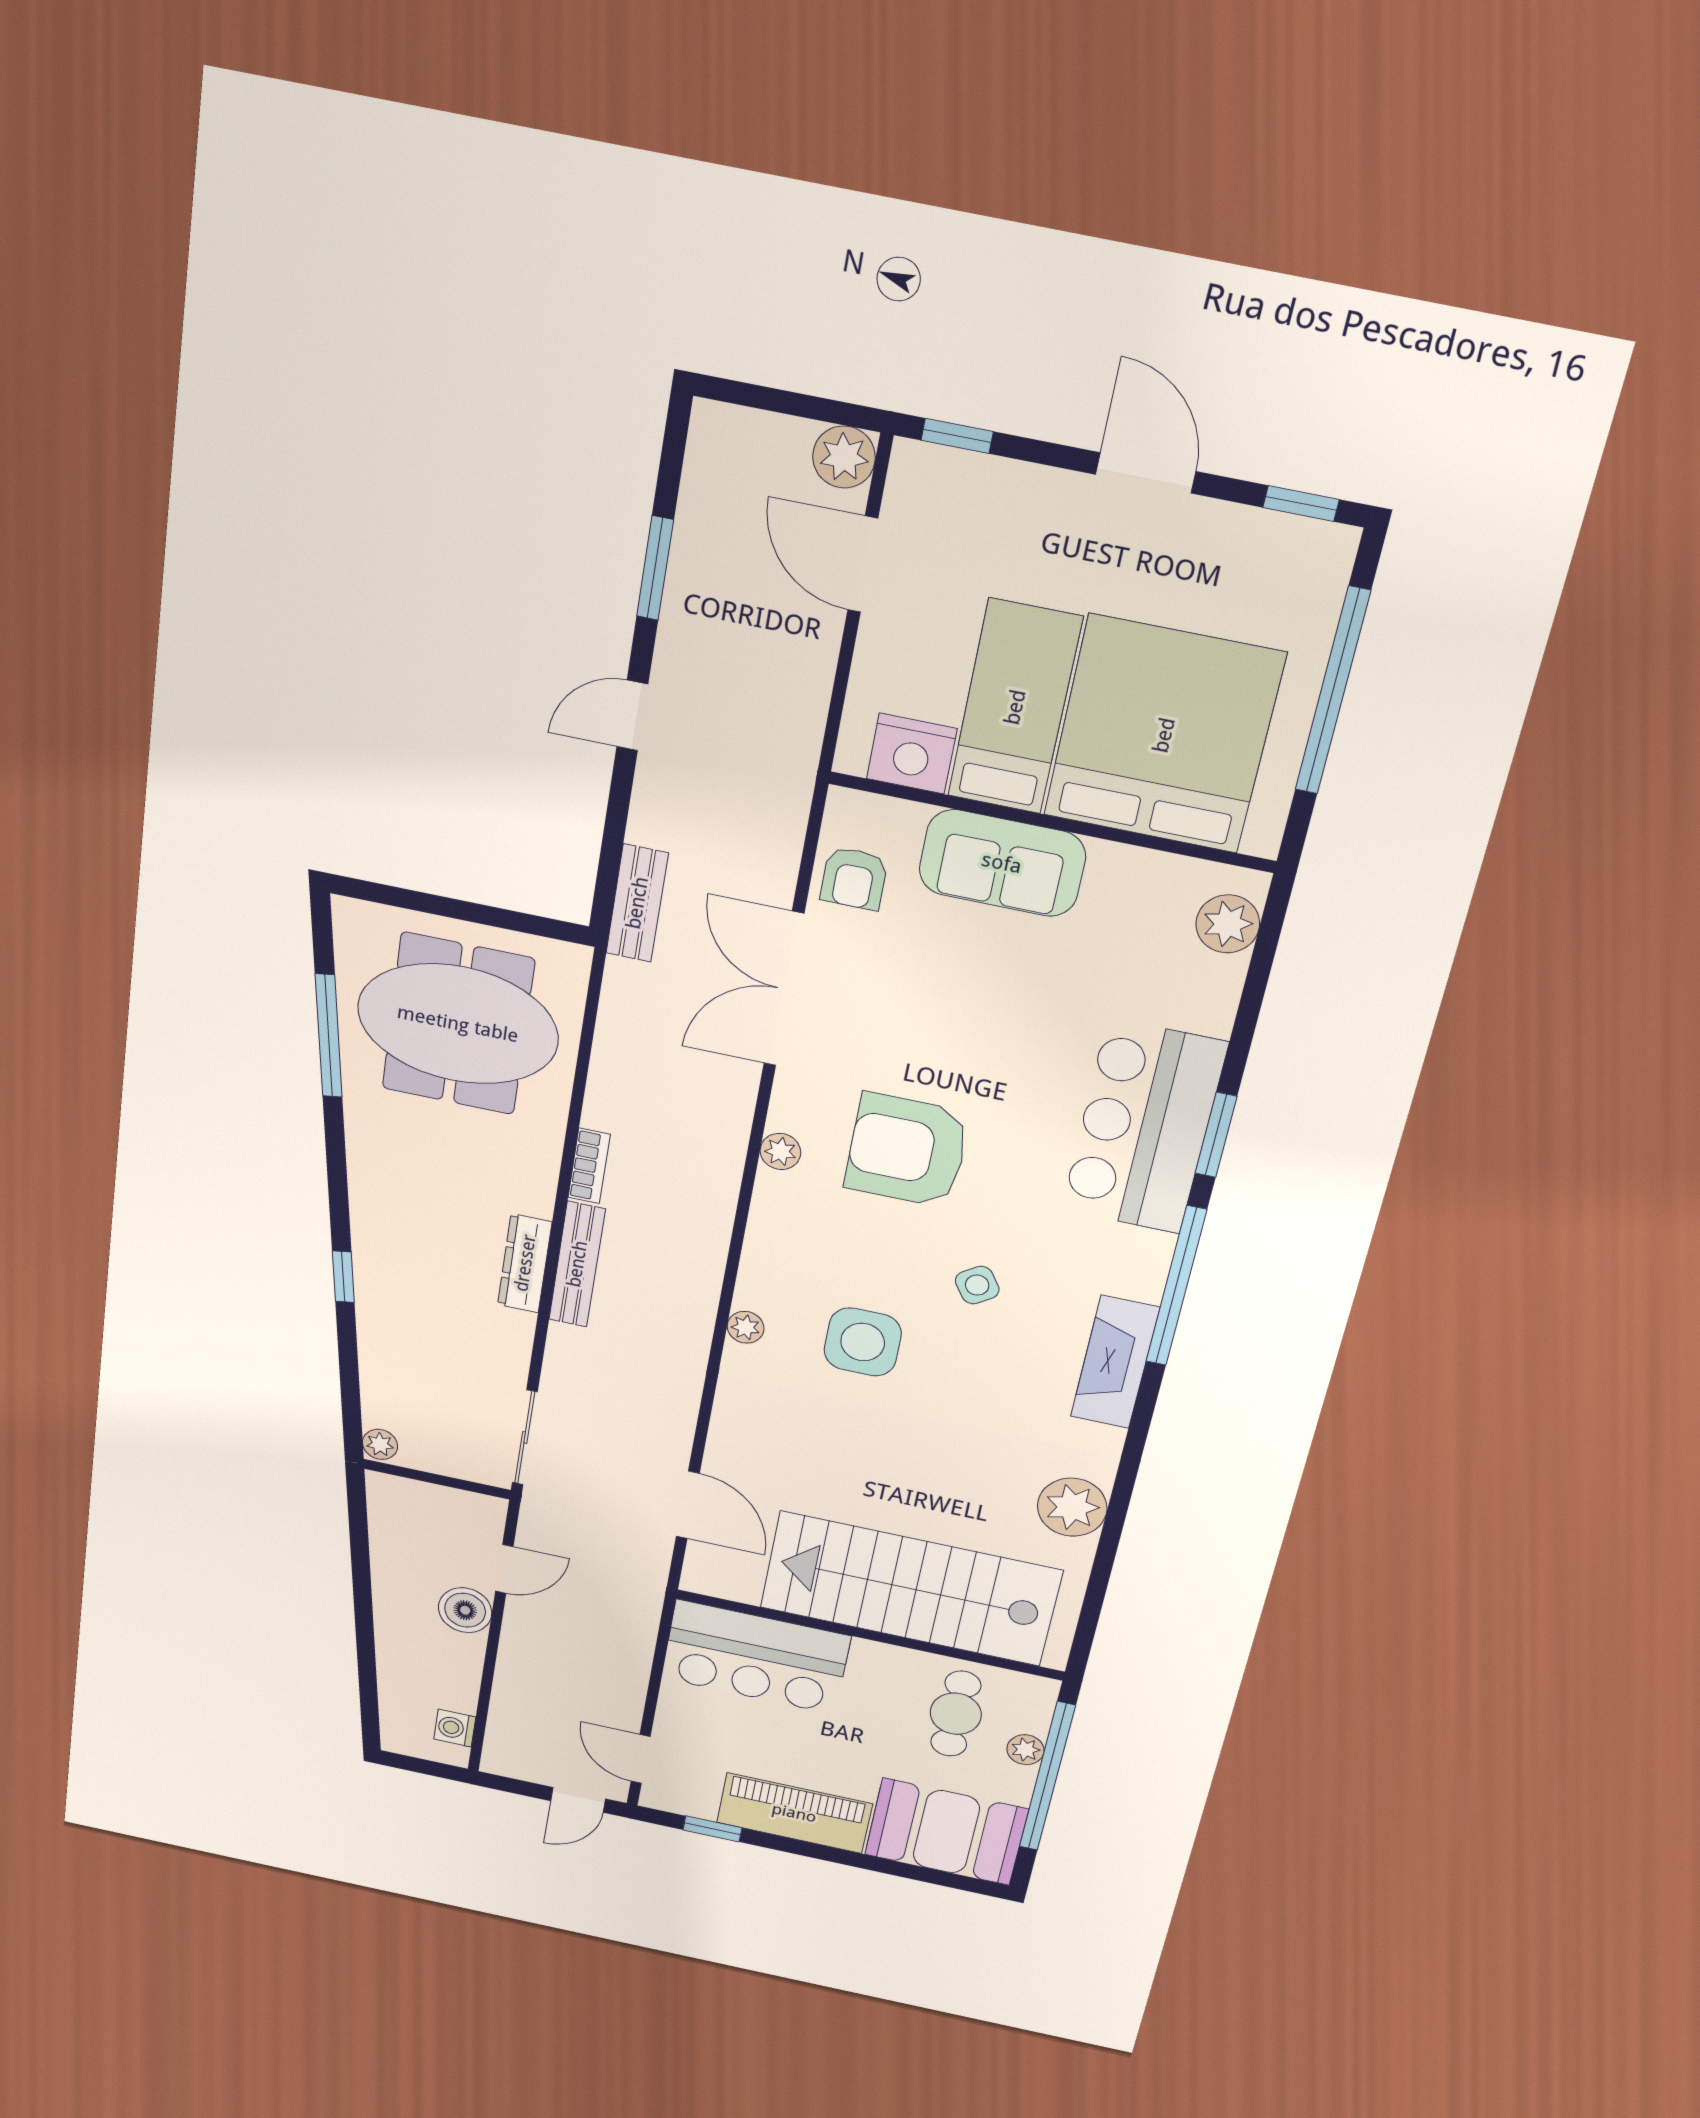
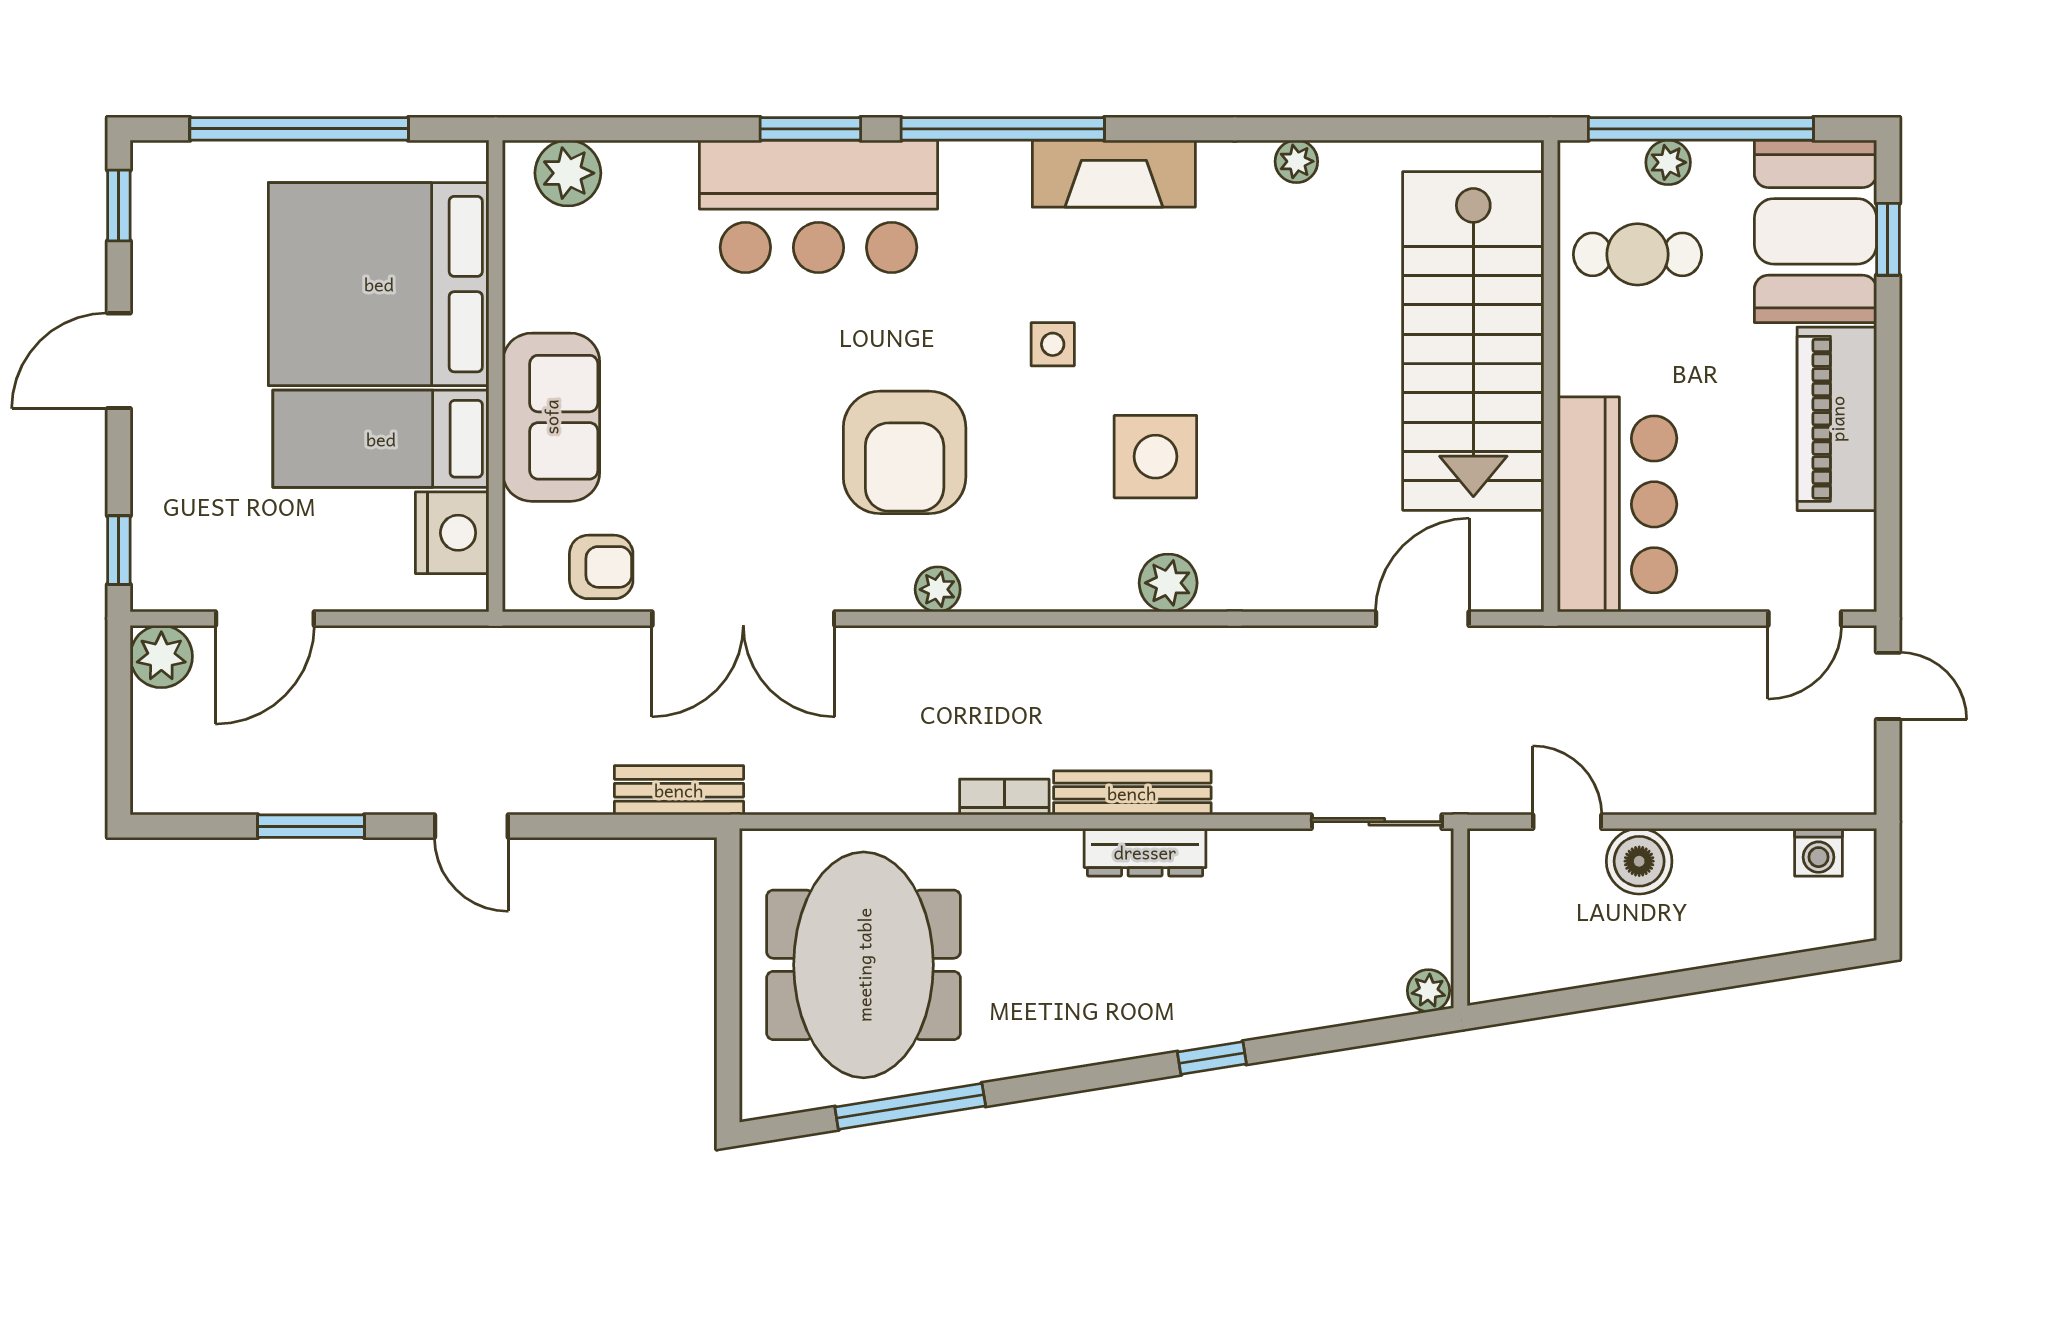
side table: (977, 1285) -> (1053, 344), turned 34
plant: (746, 1327) -> (1168, 583), width x1.38, depth x1.38
plant: (1072, 1507) -> (1296, 161), width x0.53, depth x0.53
window: (713, 1829) -> (1888, 239), moved

